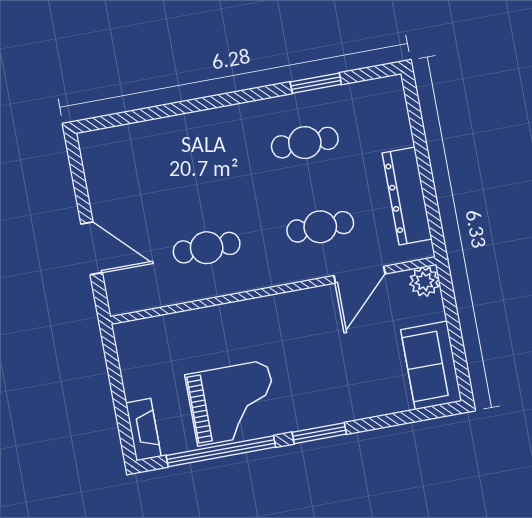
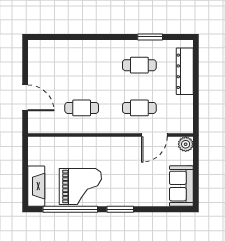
dresser: (407, 196) -> (185, 71), moved
fireplace: (143, 430) -> (36, 186), width x1.37, depth x1.32

